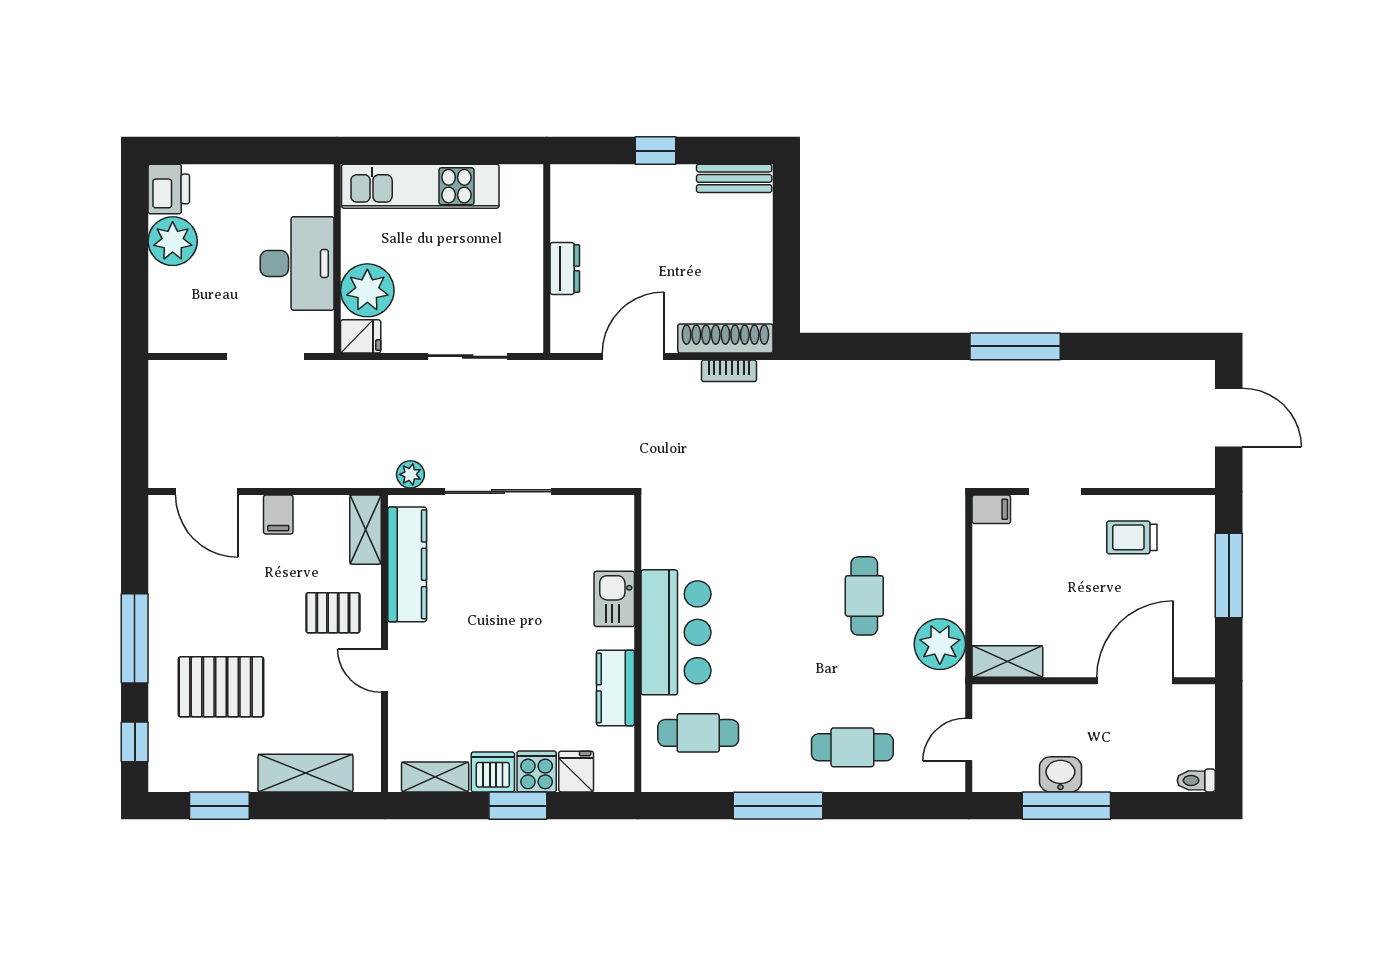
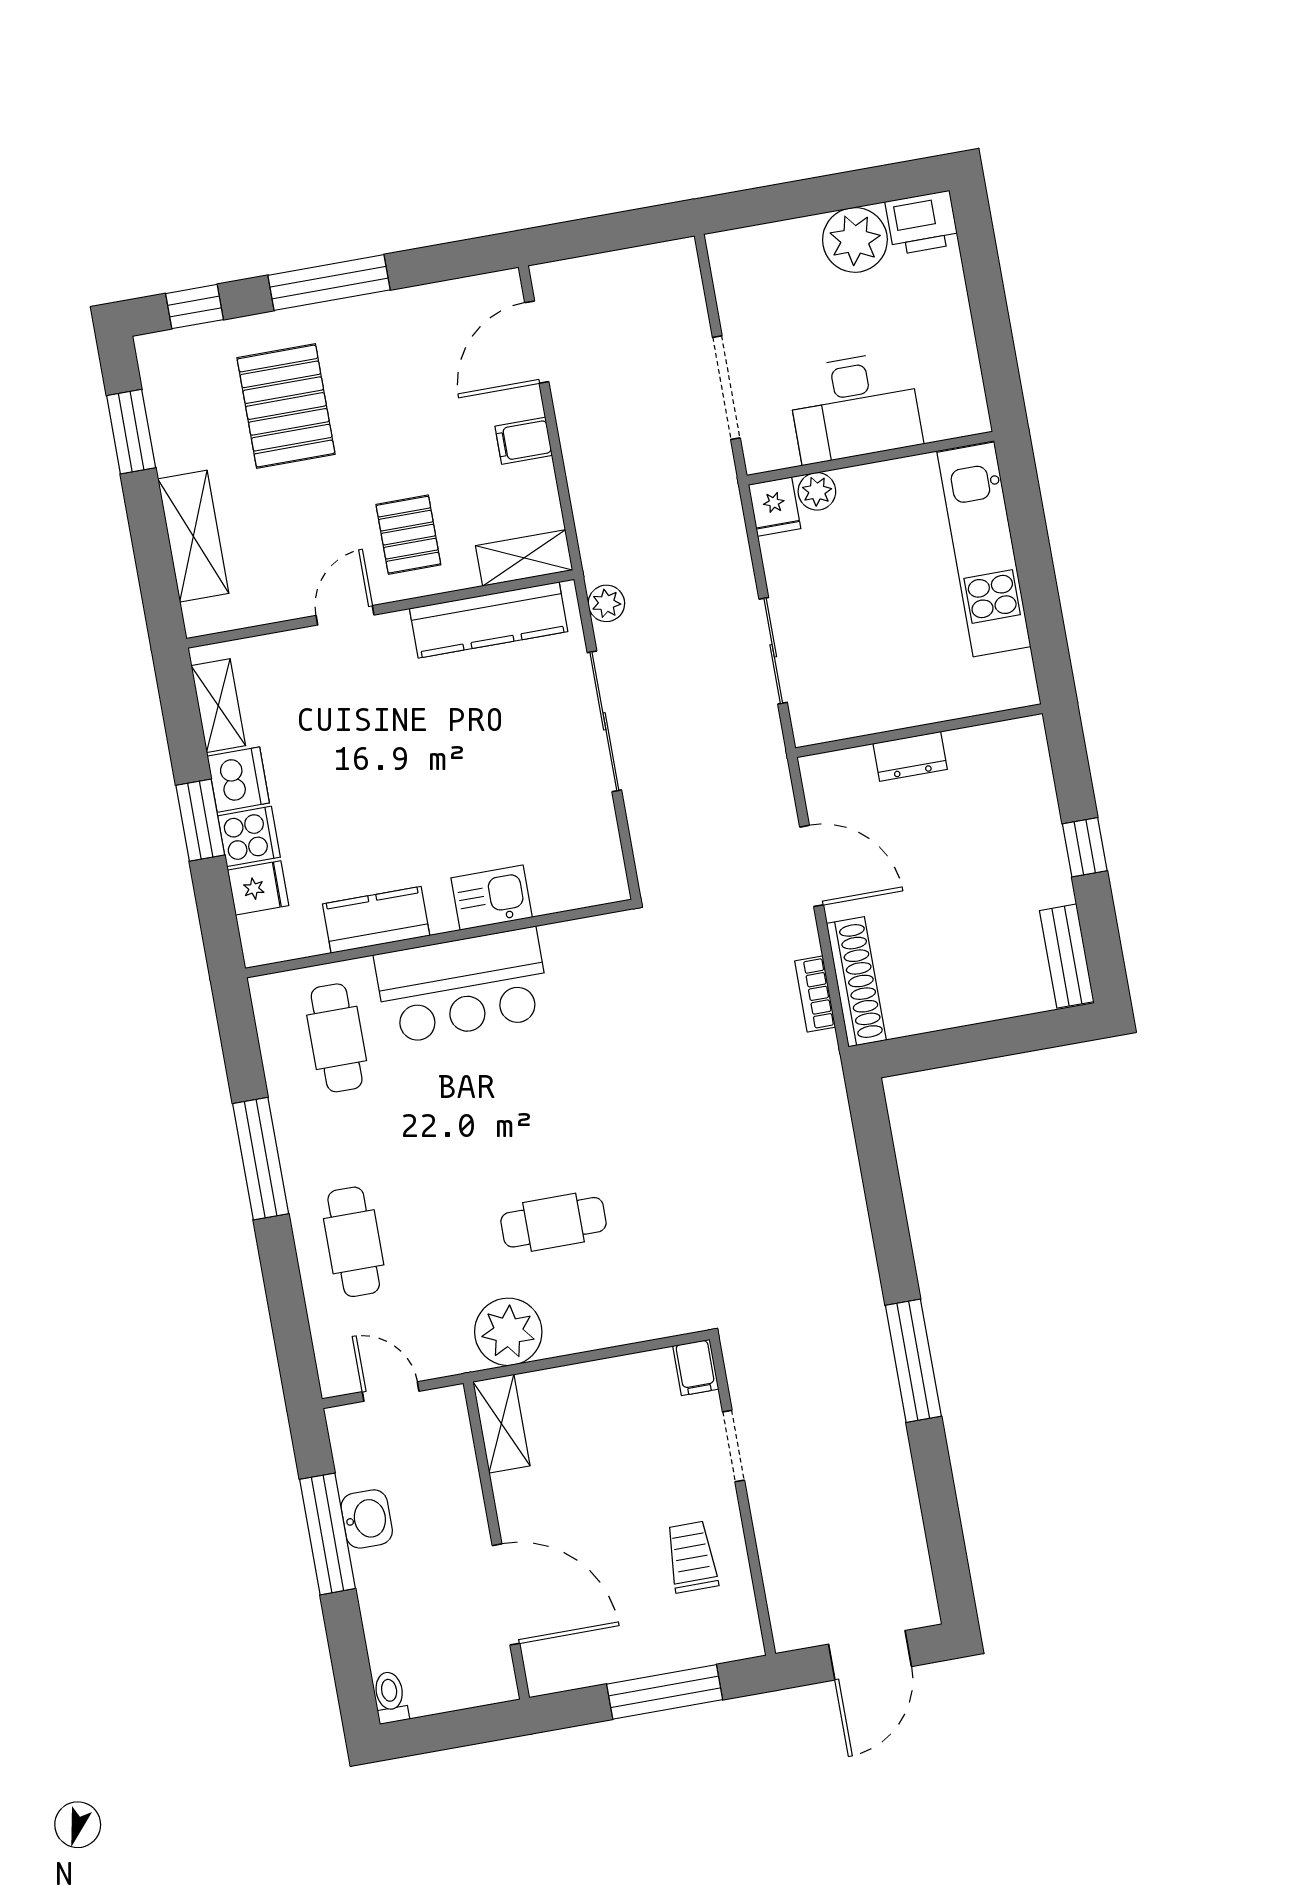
plant: (367, 290) -> (817, 491), width x0.53, depth x0.53

